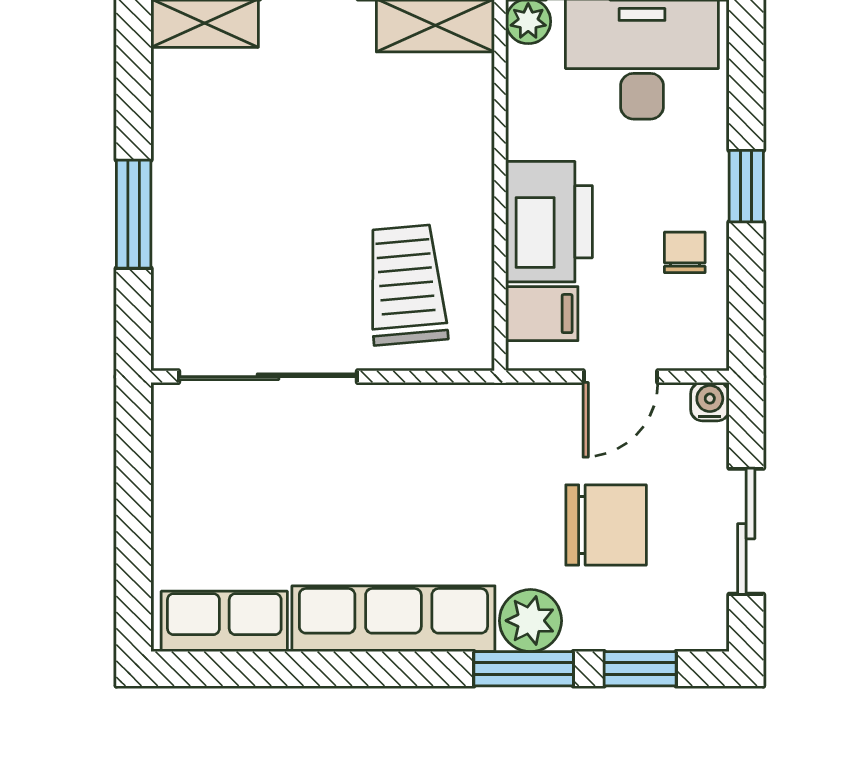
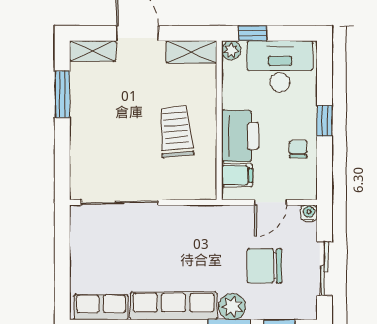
window: (134, 214) -> (62, 94), moved
trolley: (406, 285) -> (176, 132), moved
chair: (606, 525) -> (265, 266), turned 180

